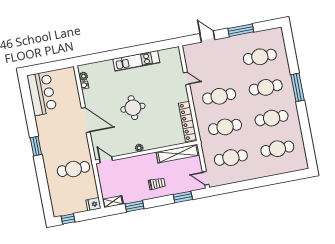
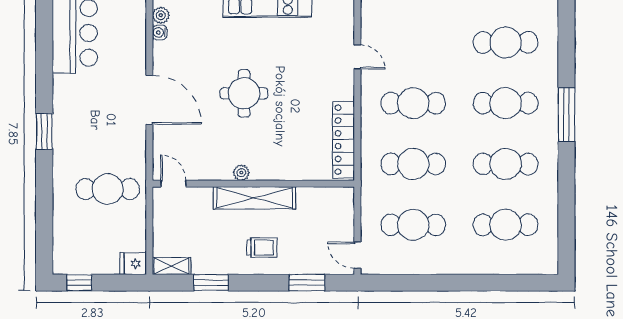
shelving: (178, 154) -> (255, 198), moved

